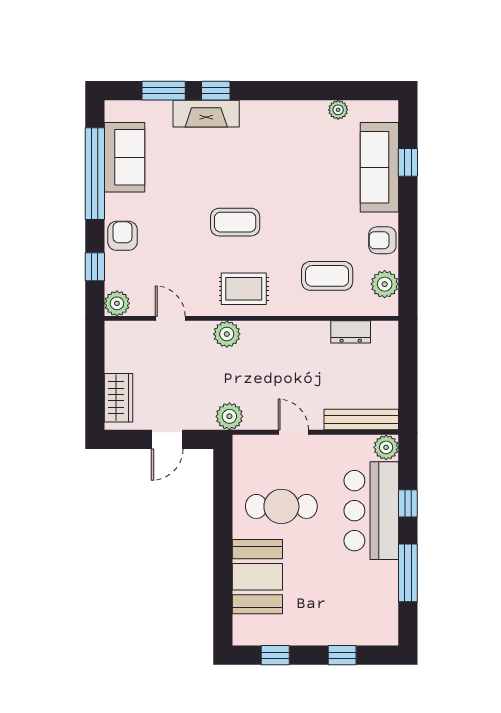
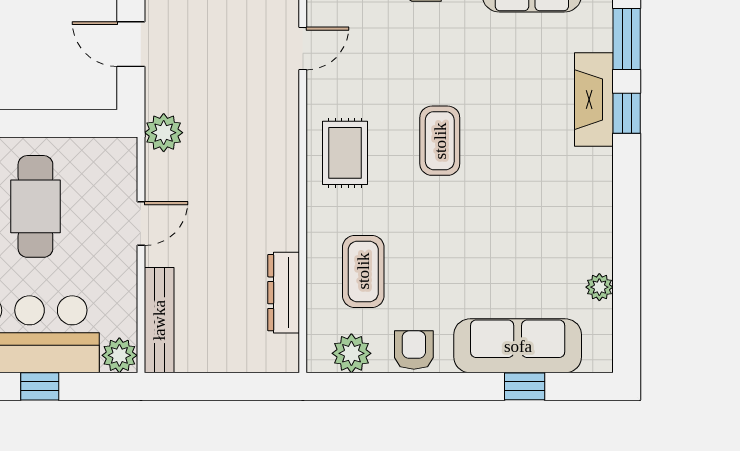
dresser: (351, 332) -> (284, 293), width x1.44
plant: (227, 334) -> (281, 129), removed

